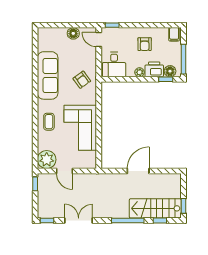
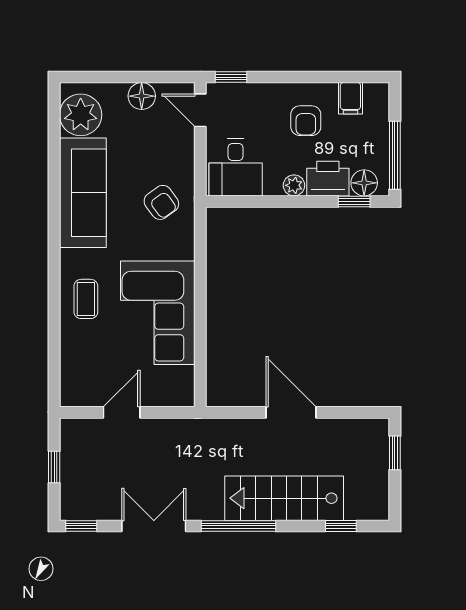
filing cabinet: (174, 34) -> (350, 98), moved
plant: (47, 160) -> (81, 115), moved
door: (64, 171) -> (122, 412), swing flipped
door: (138, 171) -> (291, 412), hinge flipped
window: (35, 184) -> (54, 467), moved
window: (183, 206) -> (395, 453), moved
stairs: (155, 208) -> (284, 498), moved
window: (128, 220) -> (239, 526), moved

